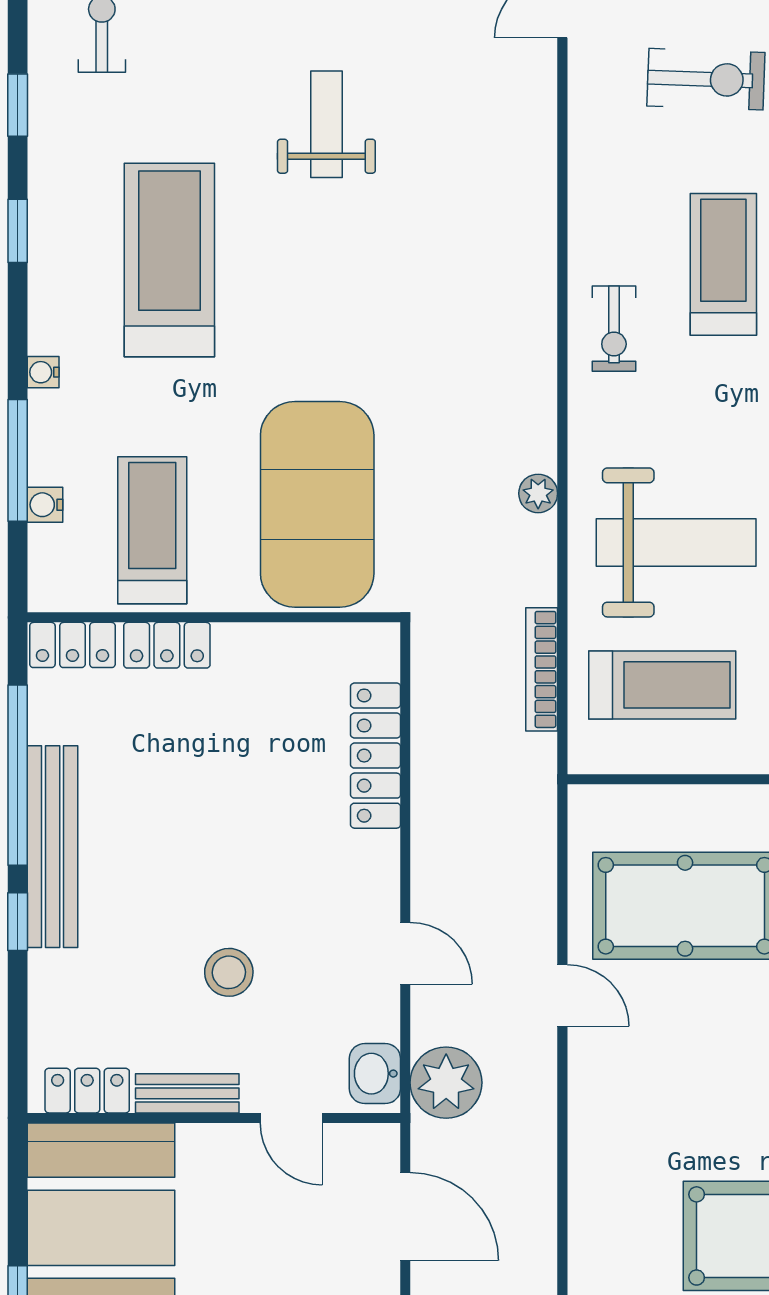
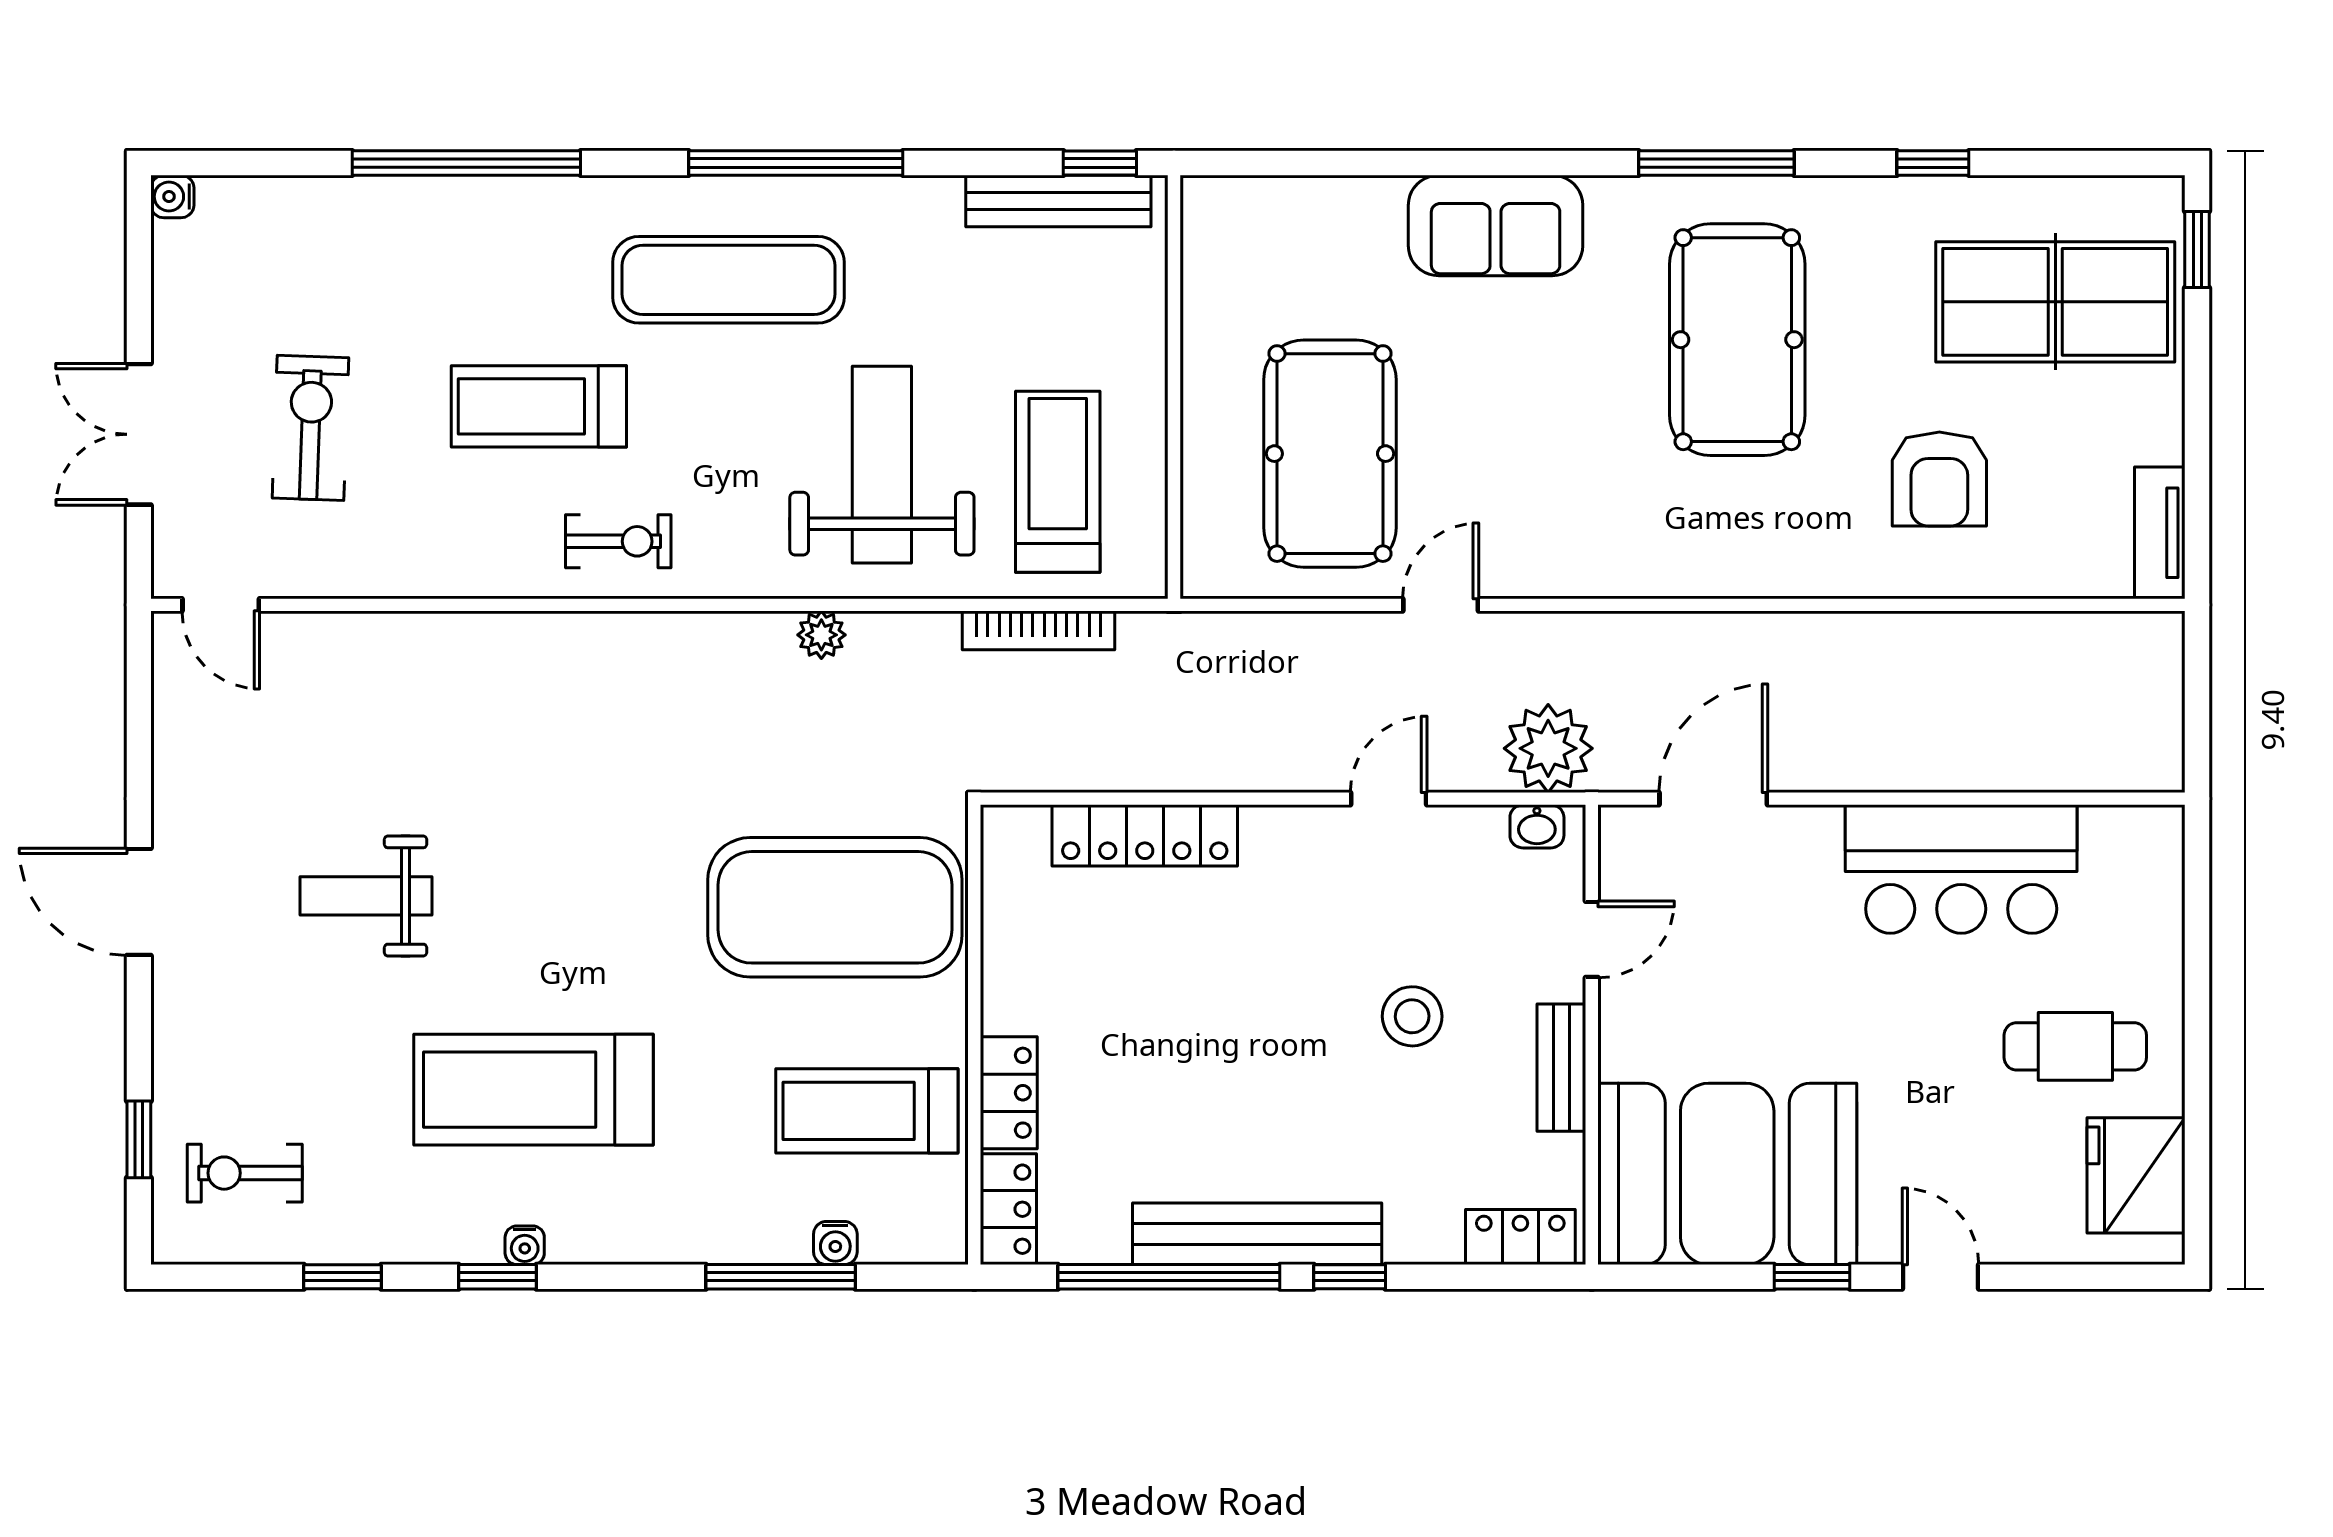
water cooler: (43, 372) -> (525, 1245), moved
washbasin: (375, 1074) -> (1537, 826), width x0.72, depth x0.69
locker: (87, 1091) -> (1520, 1237), moved, turned 90

